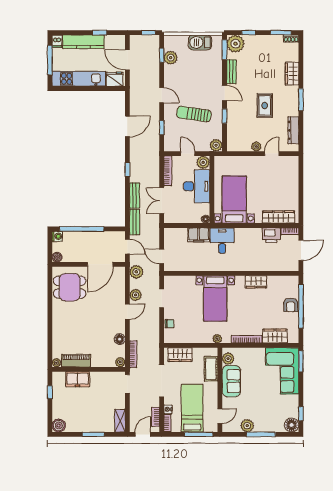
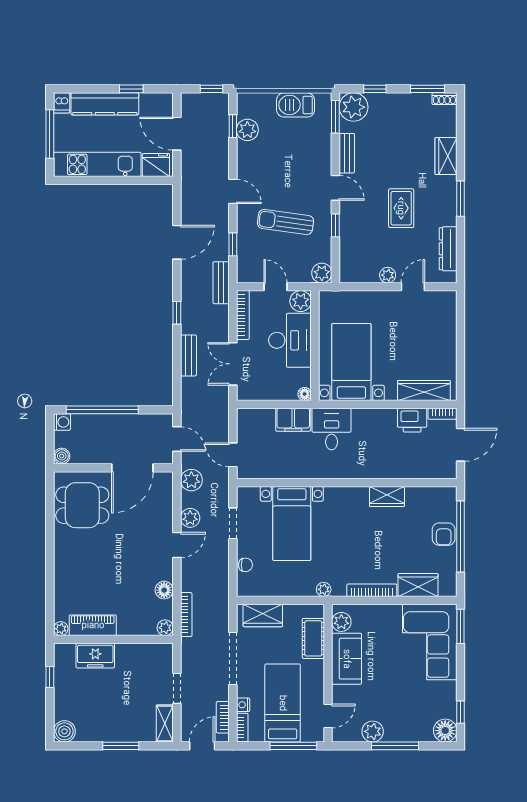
bench: (135, 222) -> (221, 283), moved
bed with nightstands: (215, 298) -> (292, 524), moved
doorway: (127, 384) -> (177, 688), moved

